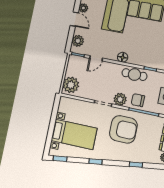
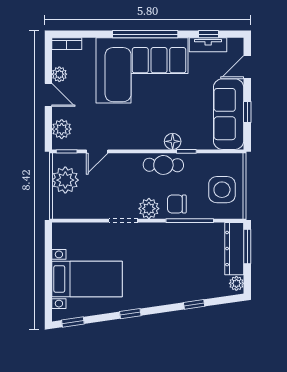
floor lamp: (123, 57) -> (173, 141), moved
plant: (71, 85) -> (65, 180), moved
armchair: (123, 129) -> (164, 254), removed

